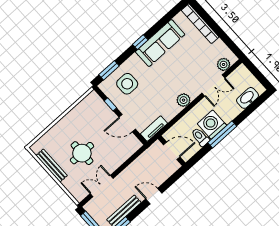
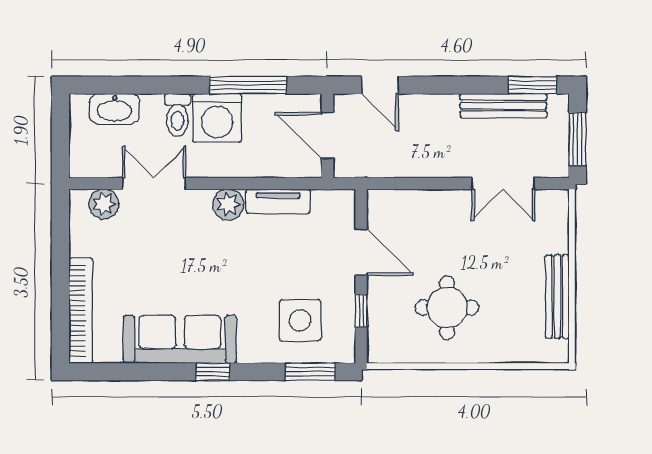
tv unit: (154, 129) -> (278, 201), moved
window: (222, 134) -> (248, 85), moved
toilet: (200, 137) -> (177, 115), moved
round table: (82, 153) -> (447, 308), moved
door: (154, 196) -> (380, 85), moved

